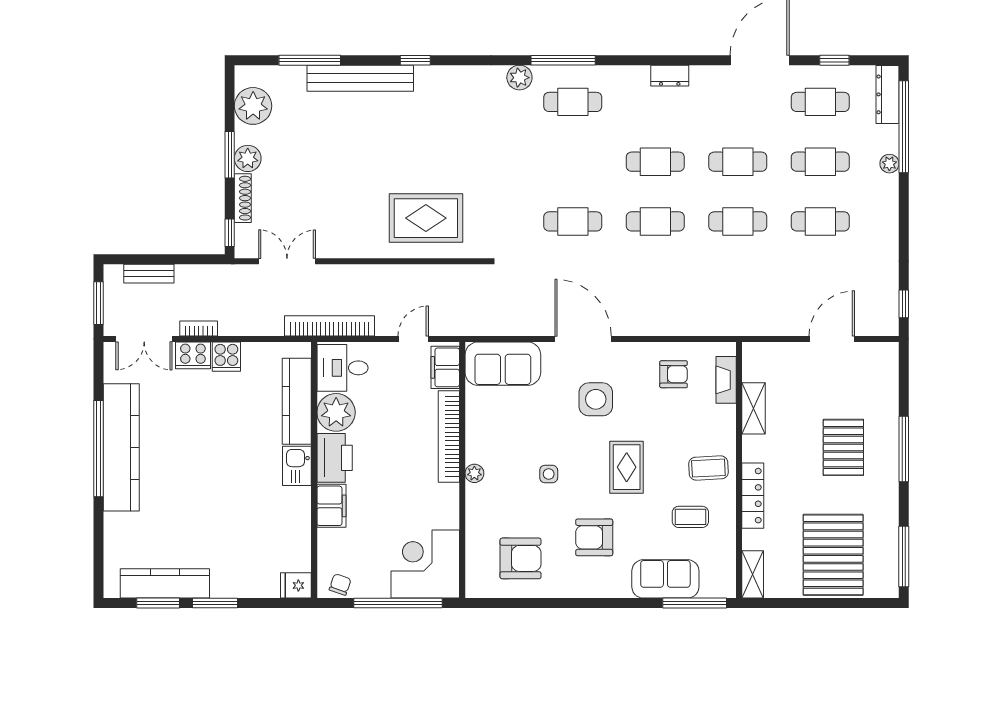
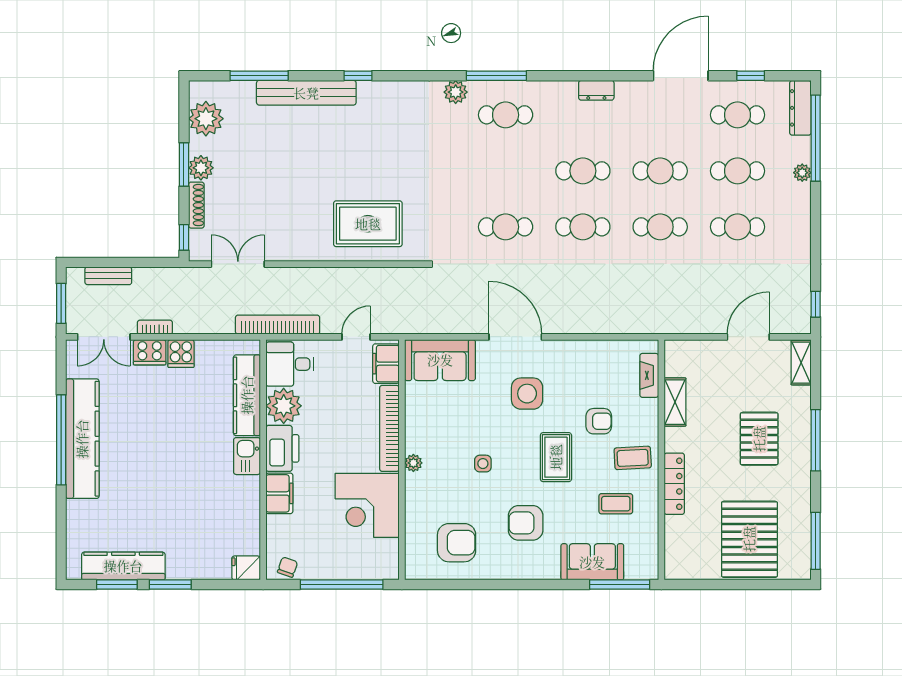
armchair: (674, 374) -> (599, 421), moved
corner desk: (425, 564) -> (367, 505), moved, turned -90
shelving: (753, 574) -> (801, 363), moved

